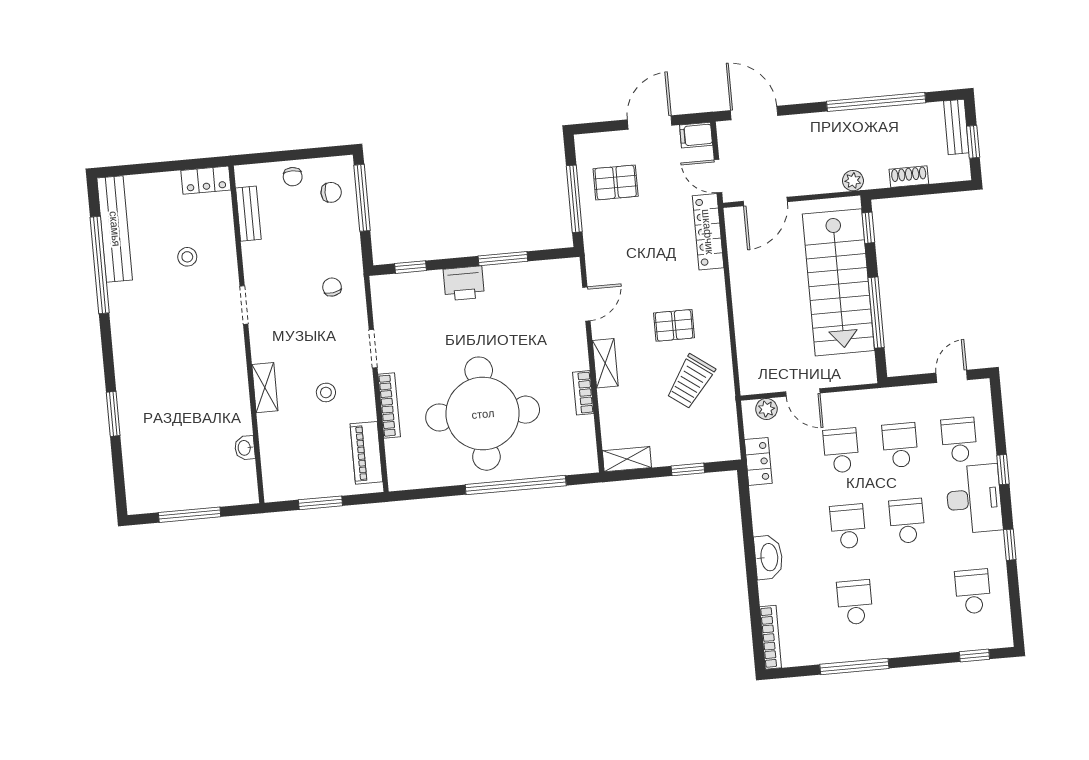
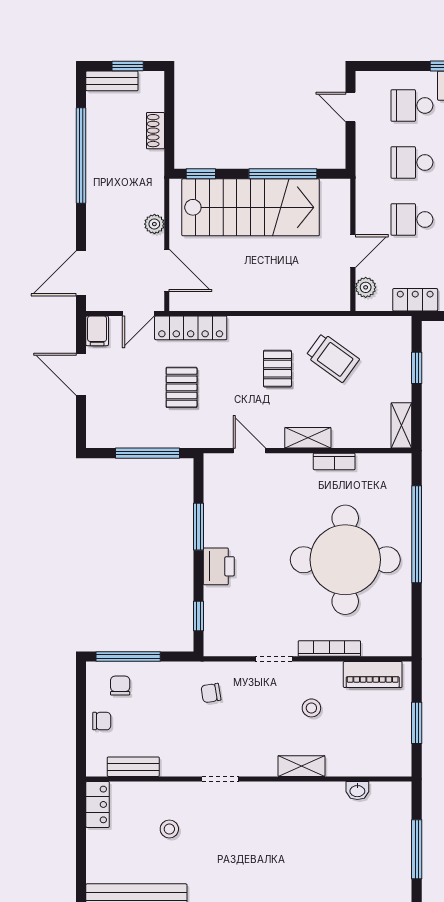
plant: (853, 181) -> (154, 224), moved
pallet: (616, 182) -> (182, 387), moved

